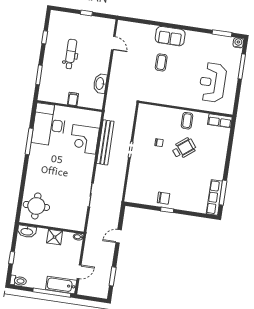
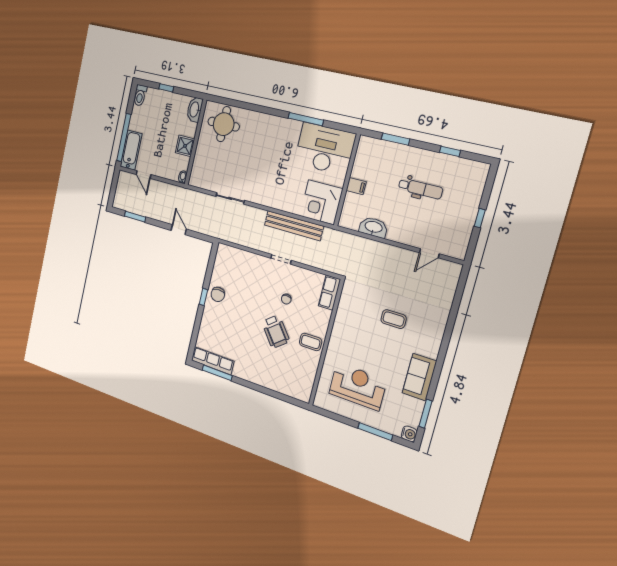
sofa: (170, 36) -> (419, 377), moved
row of seats: (220, 121) -> (329, 293), moved
corner desk: (84, 139) -> (321, 202), moved, turned -90

